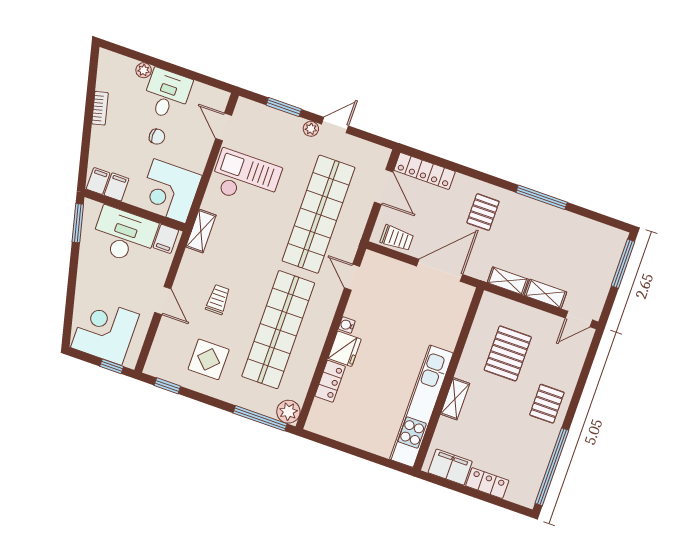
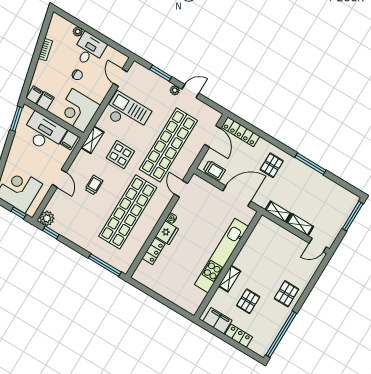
pallet: (508, 353) -> (248, 301), moved, width x0.67, depth x0.71
display table: (209, 359) -> (120, 155), moved
kitchen unit: (421, 406) -> (221, 256), moved
plant: (288, 412) -> (47, 218), moved

